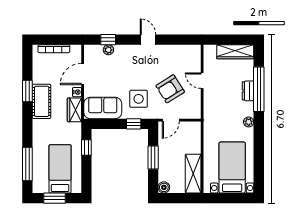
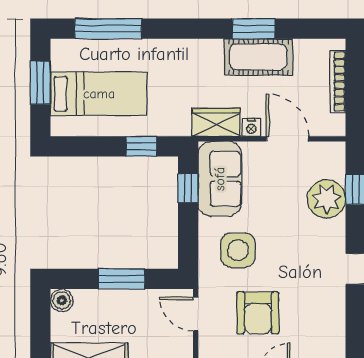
plant: (108, 50) -> (327, 199), width x1.87, depth x1.87
armchair: (170, 89) -> (258, 313), turned -148
cot: (42, 101) -> (258, 57), moved
window: (134, 124) -> (188, 188), moved

